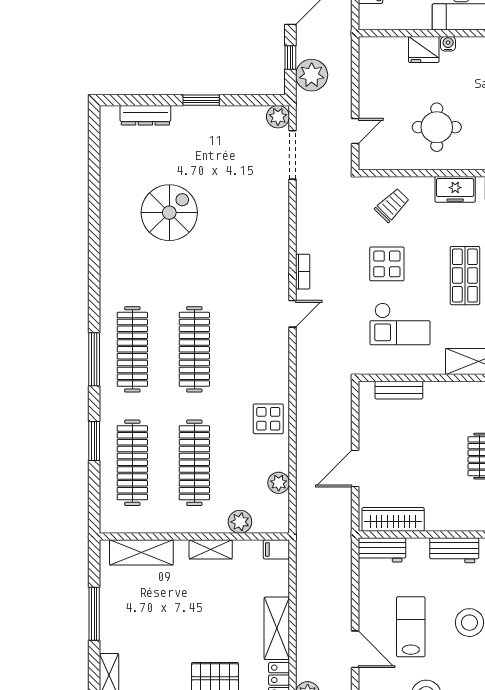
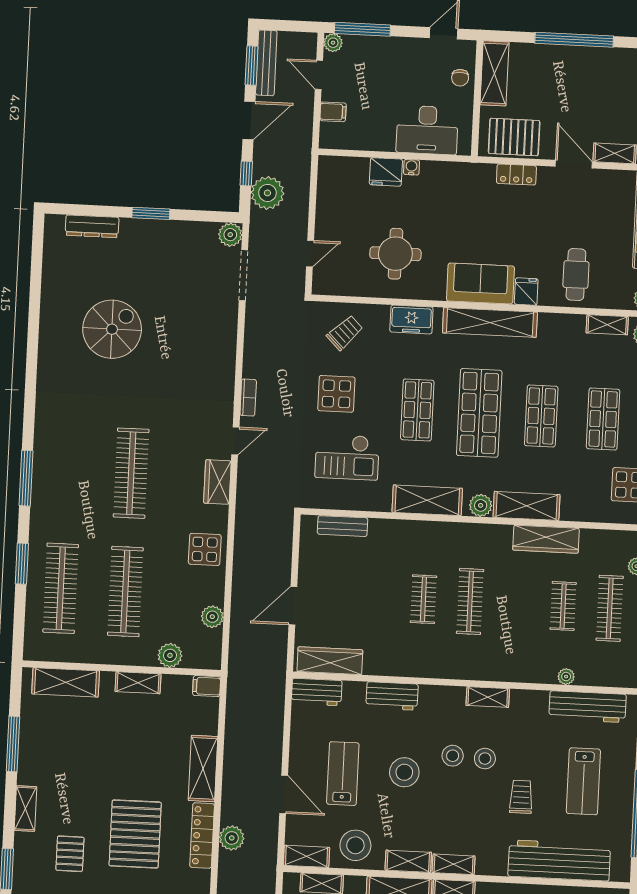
clothes rail: (132, 349) -> (66, 470), removed
wardrobe: (277, 354) -> (217, 482), added

